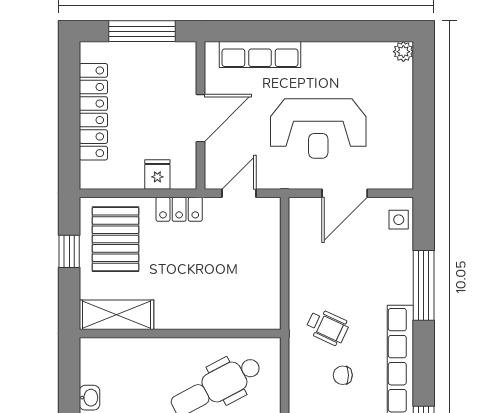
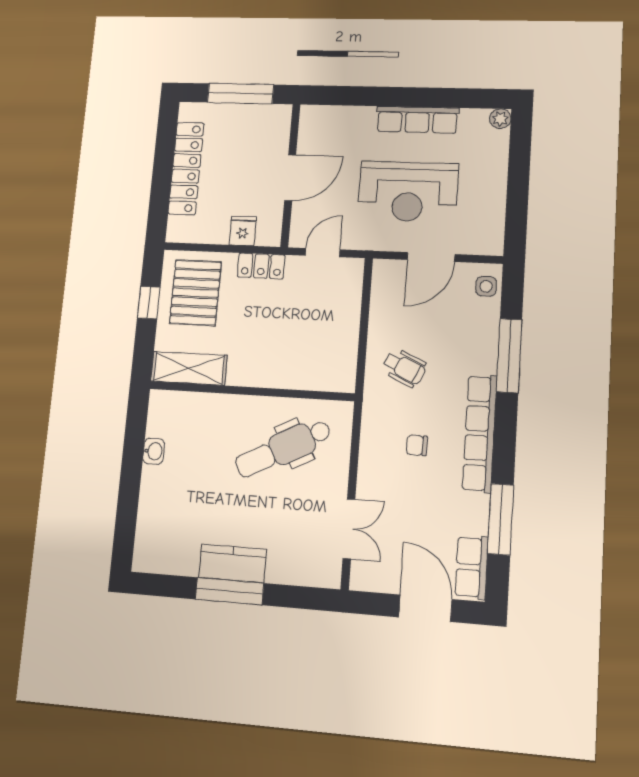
row of seats: (260, 55) -> (417, 120), moved
wheelchair: (327, 327) -> (404, 368), moved

